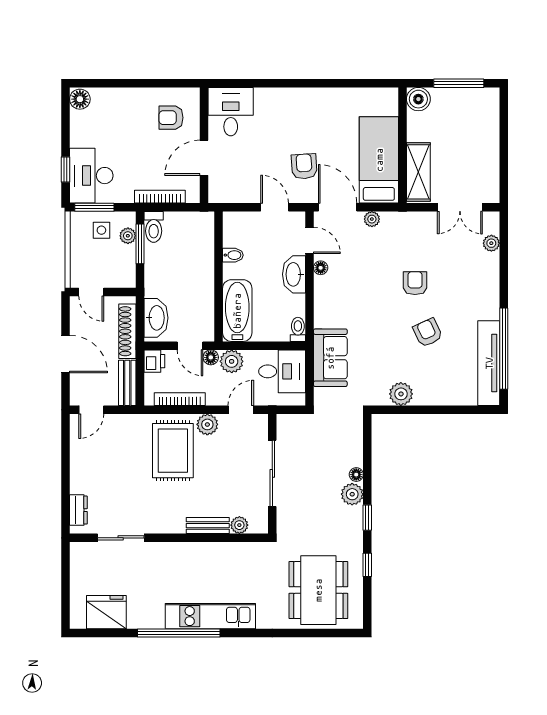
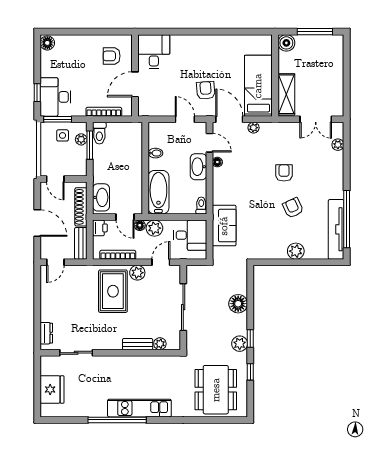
plant: (401, 394) -> (296, 251), moved
floor lamp: (356, 475) -> (238, 304), width x1.89, depth x1.89
plant: (352, 494) -> (240, 344), moved
fridge: (106, 612) -> (52, 389), moved, turned 90

